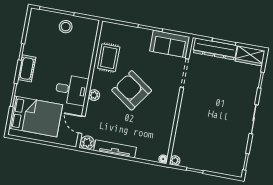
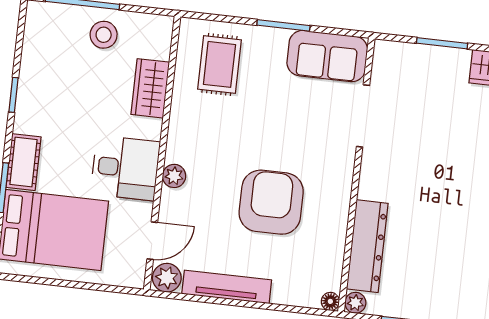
dresser: (215, 49) -> (367, 246), moved, turned -90
wardrobe: (86, 53) -> (150, 88), added
rug: (109, 58) -> (219, 64), moved
cot: (27, 68) -> (23, 162), moved
armchair: (132, 90) -> (271, 202), moved, turned 55
door: (82, 125) -> (152, 241), swing flipped

